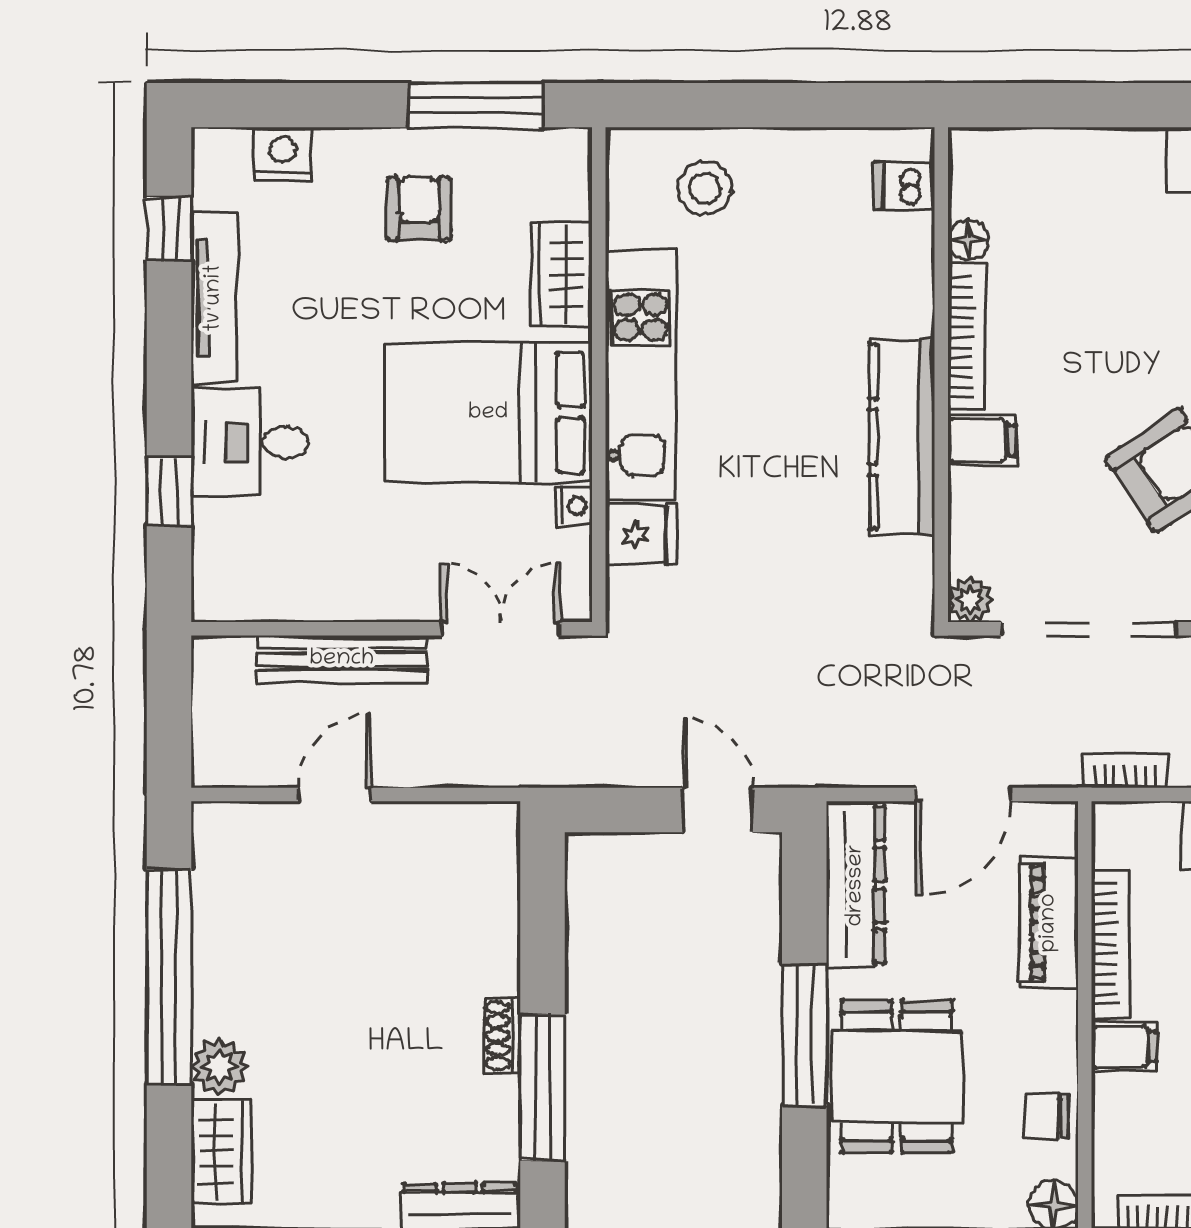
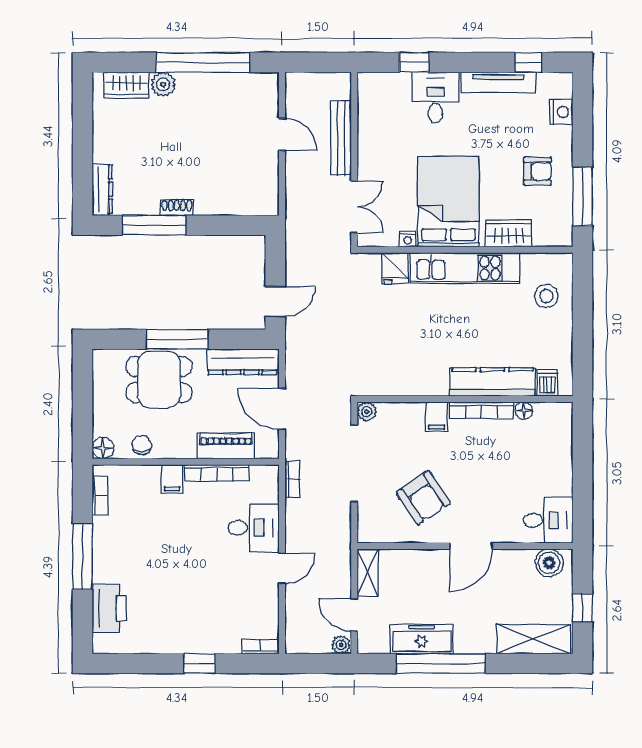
kitchen counter: (902, 437) -> (492, 382), moved

